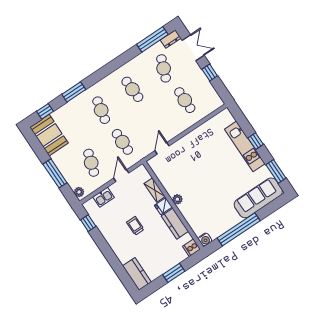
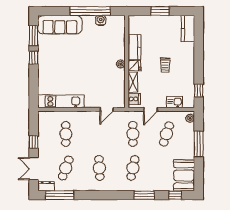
window: (256, 141) -> (34, 58), moved
kitchen unit: (245, 146) -> (61, 101), moved, turned -90
water cooler: (205, 240) -> (101, 20), moved
cooker: (192, 248) -> (134, 99), moved

